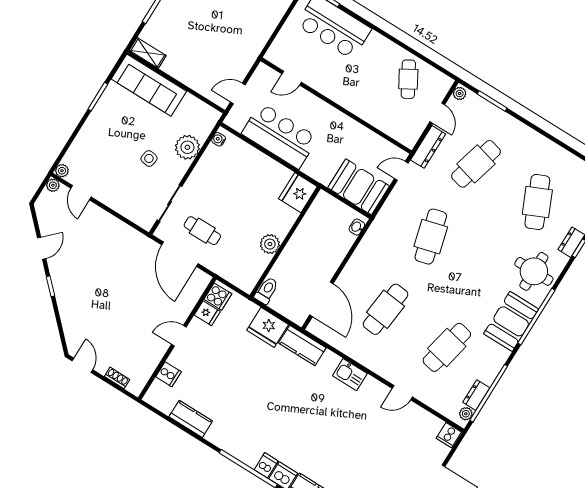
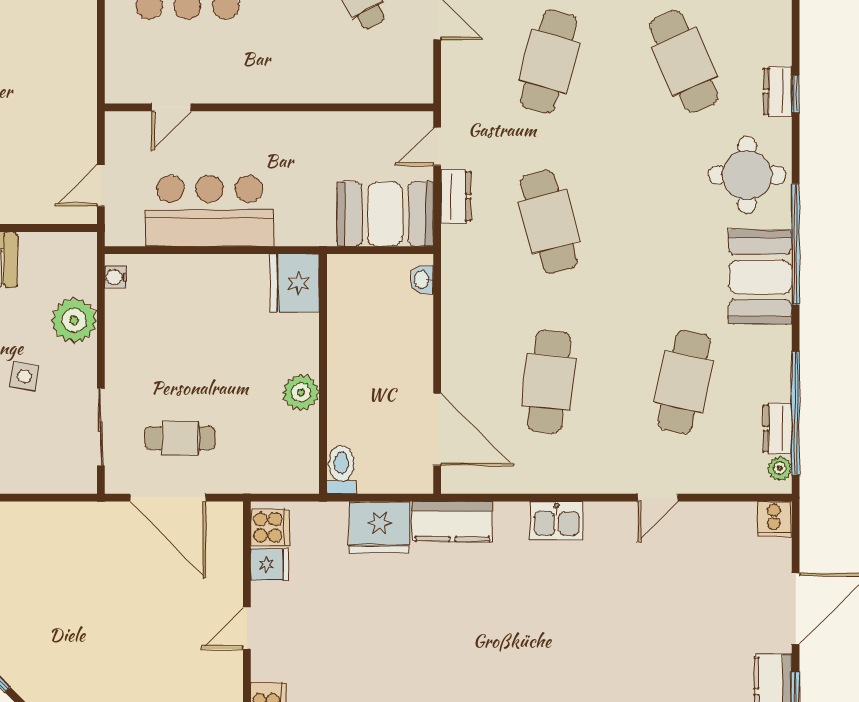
dresser: (428, 147) -> (456, 196), moved, width x0.70

